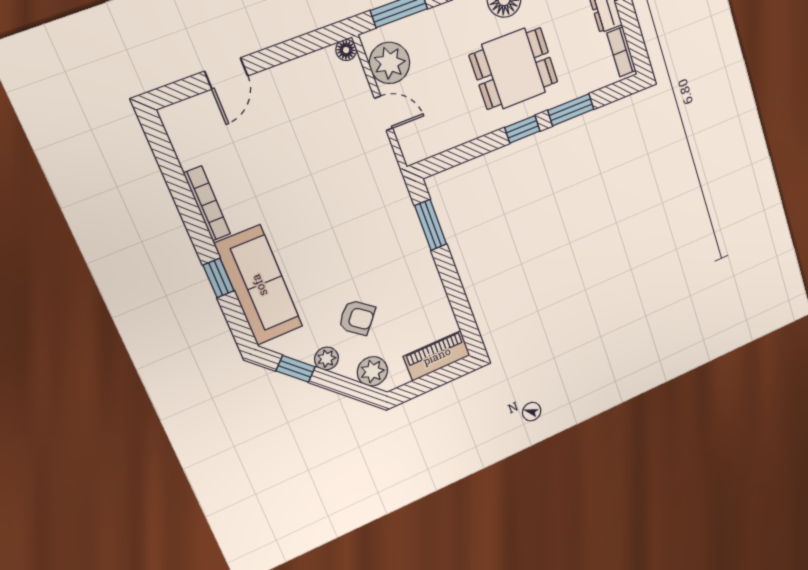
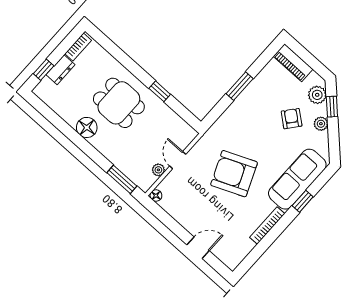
plant: (390, 63) -> (158, 170), width x0.53, depth x0.53
window: (571, 110) -> (124, 59), removed
window: (522, 129) -> (160, 91), moved
armchair: (318, 191) -> (234, 174), added
window: (431, 225) -> (240, 86), moved
window: (296, 369) -> (332, 107), moved

